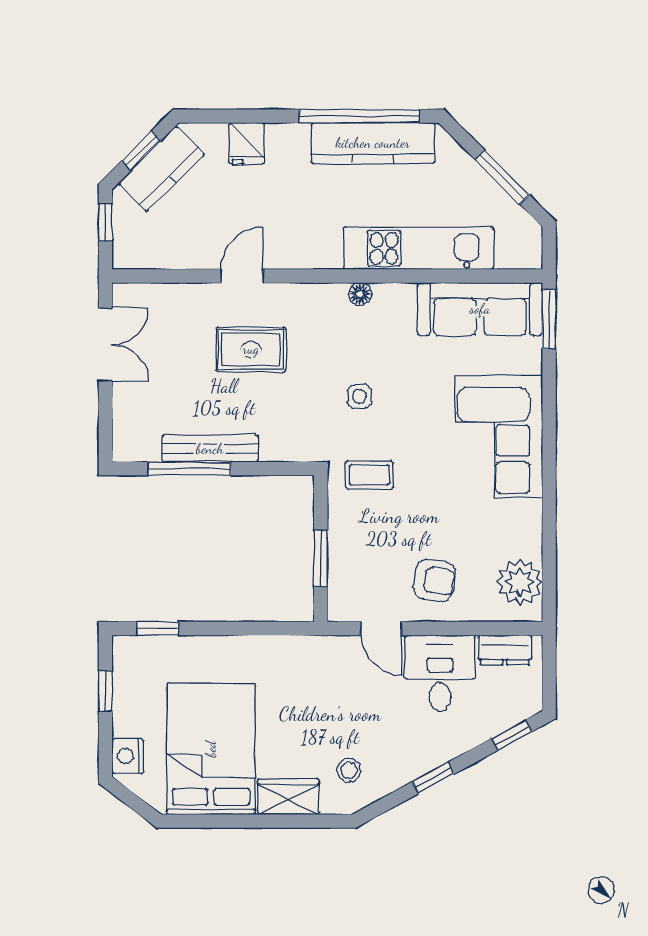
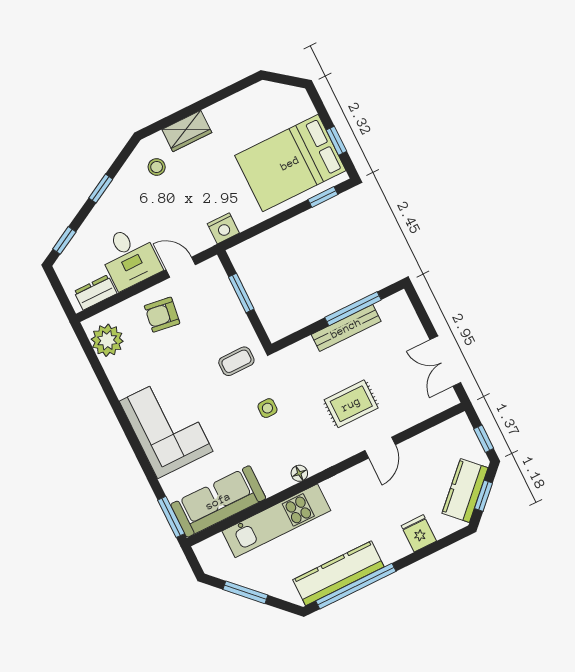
bed: (211, 749) -> (290, 163), moved, turned 90
nightstand: (128, 756) -> (223, 228), moved, turned 90

